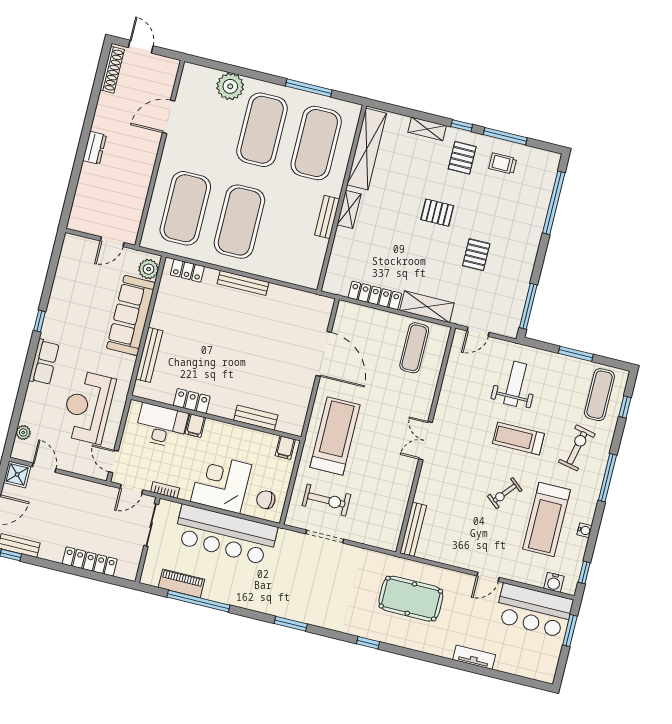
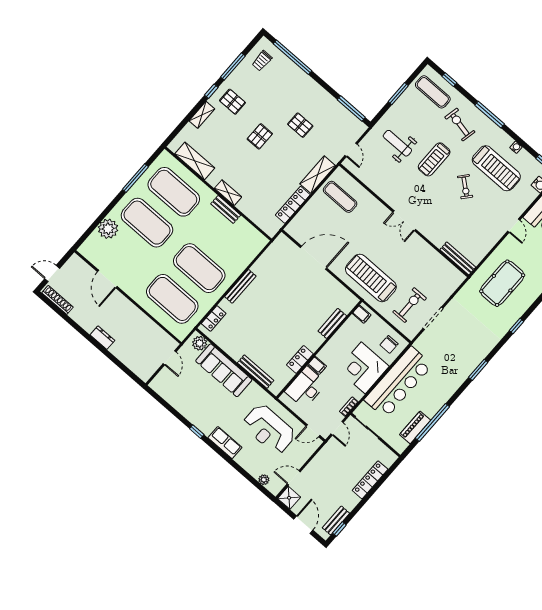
shelving: (367, 149) -> (195, 161), width x0.68
trolley: (503, 164) -> (262, 61), moved

